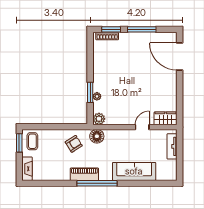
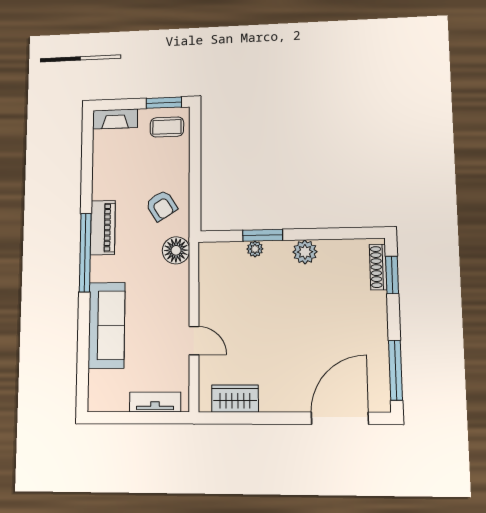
window: (142, 29) -> (395, 370), moved
wardrobe: (166, 118) -> (235, 399), moved, turned -90
plant: (99, 119) -> (305, 252), moved

